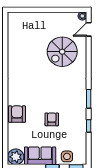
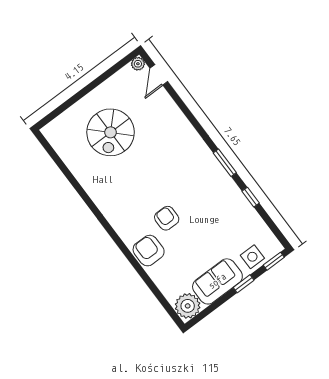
spiral stairs: (62, 52) -> (111, 132), moved
armchair: (52, 119) -> (167, 218), moved

